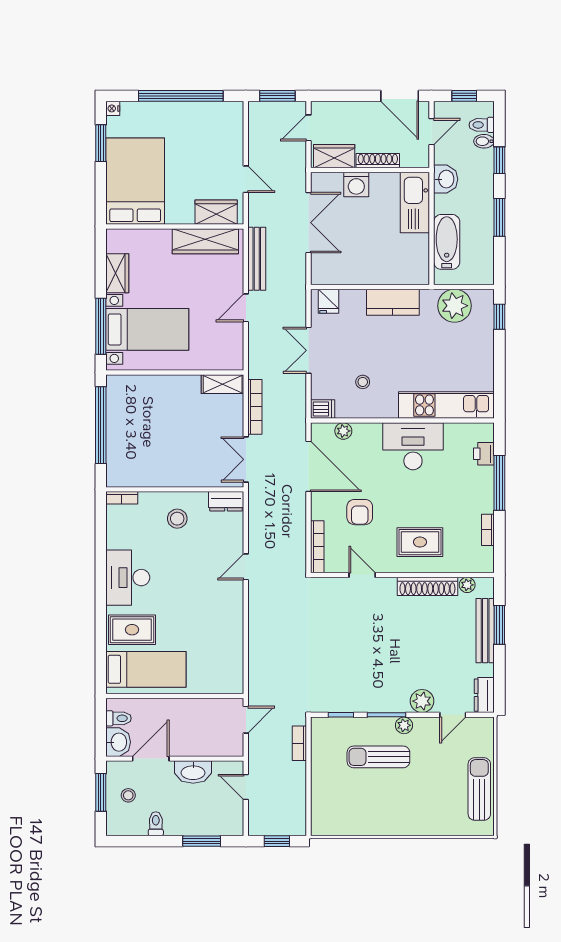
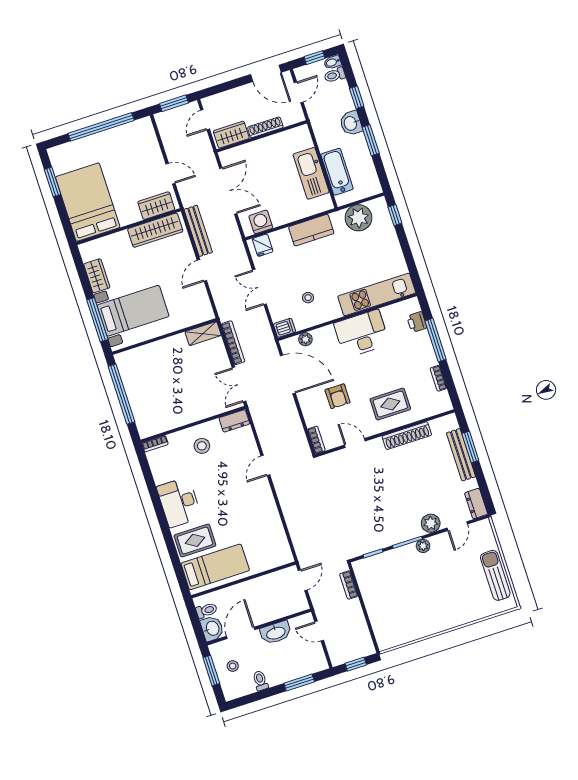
nightstand: (113, 108) -> (53, 153), removed
bidet: (484, 141) -> (332, 62), moved
washbasin: (446, 179) -> (351, 123), moved, turned 180
washing machine: (356, 184) -> (261, 222), moved, turned 180
kitchen sink: (415, 203) -> (311, 173), moved
bookcase: (317, 547) -> (316, 440), width x0.64
plant: (467, 585) -> (436, 425), removed
sun lounger: (378, 757) -> (412, 576), removed

